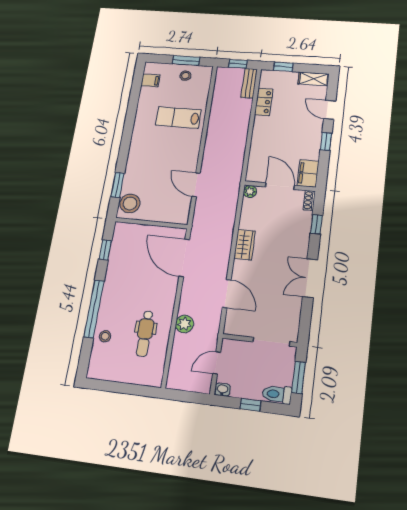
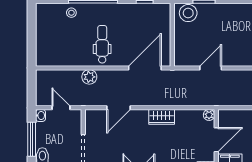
dental chair: (145, 333) -> (102, 44), moved, turned 90
window: (250, 405) -> (32, 139), width x2.17

